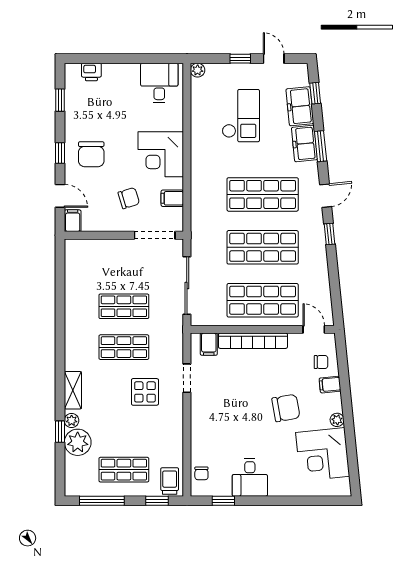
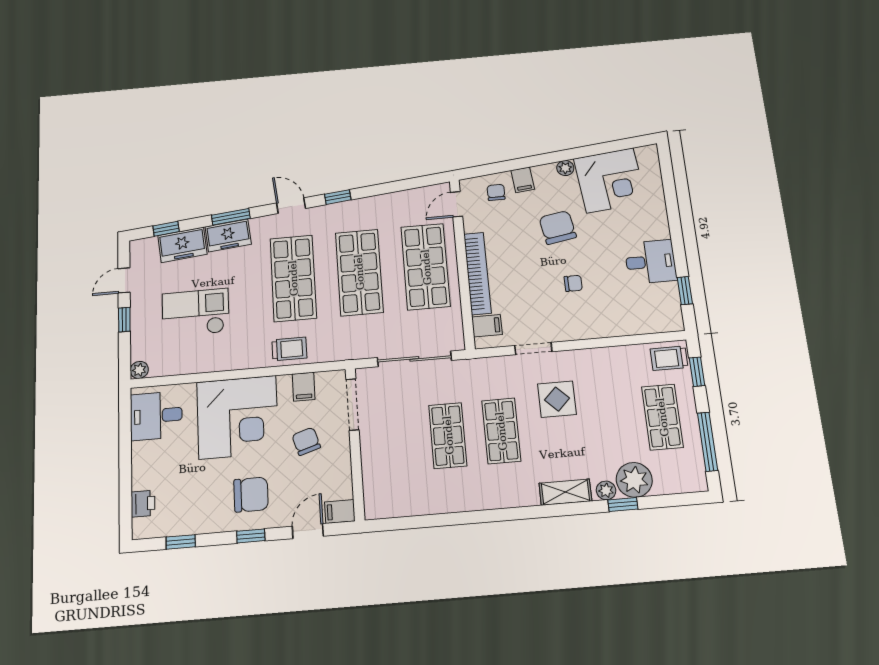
corner desk: (161, 154) -> (238, 417), width x1.36, depth x1.36
trolley: (204, 189) -> (289, 349), added
chair: (201, 473) -> (573, 283), moved

